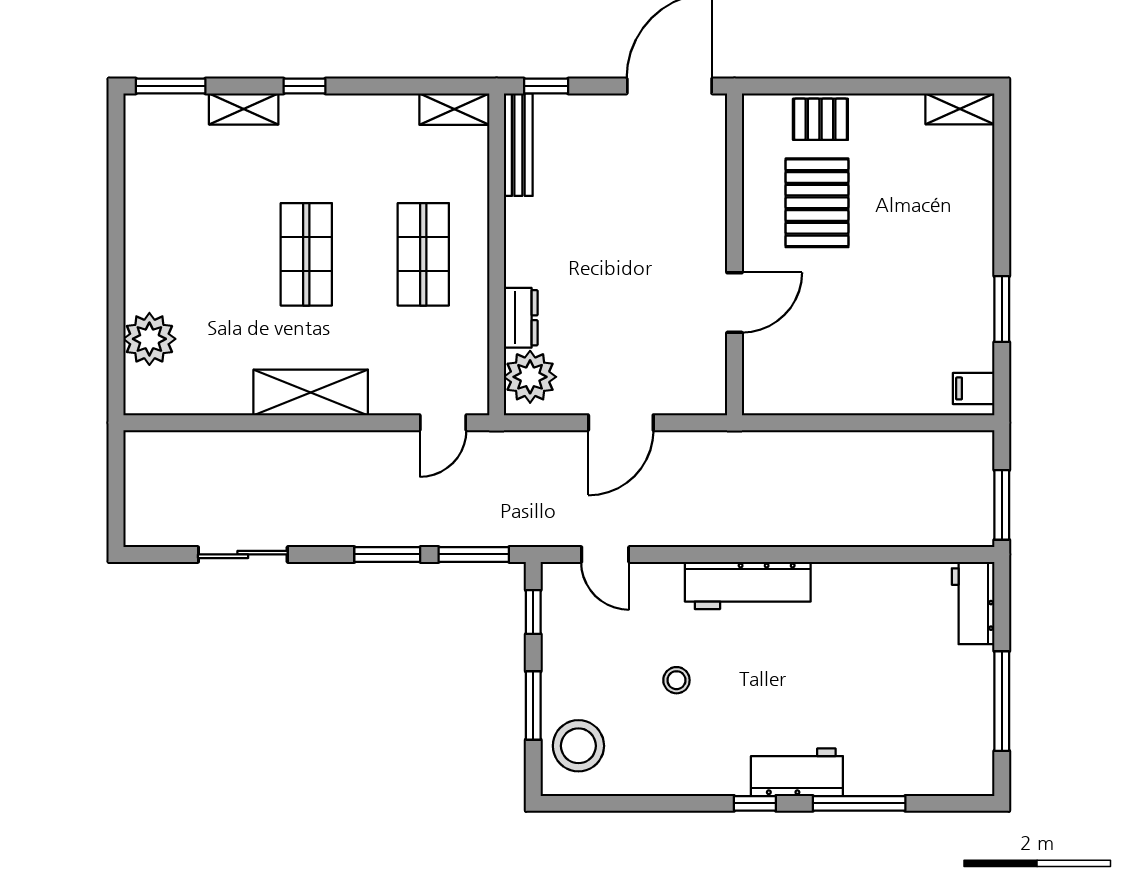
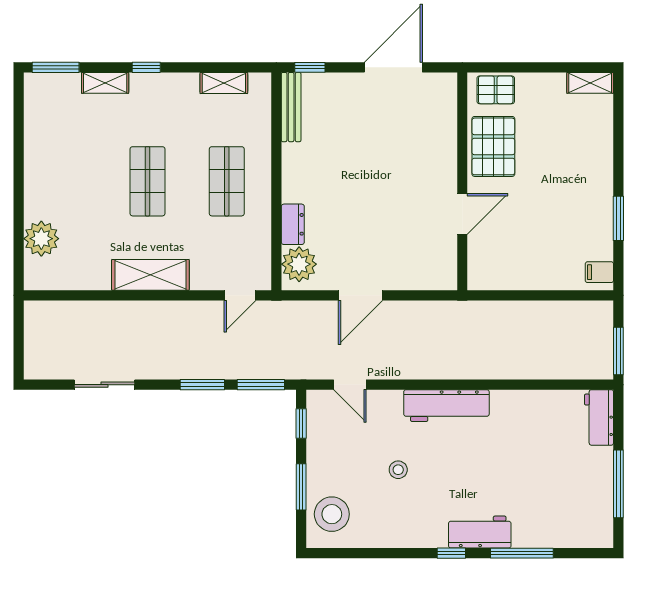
shelving: (454, 109) -> (224, 83), moved
wall: (735, 254) -> (462, 181), moved
door: (735, 303) -> (462, 214), moved

